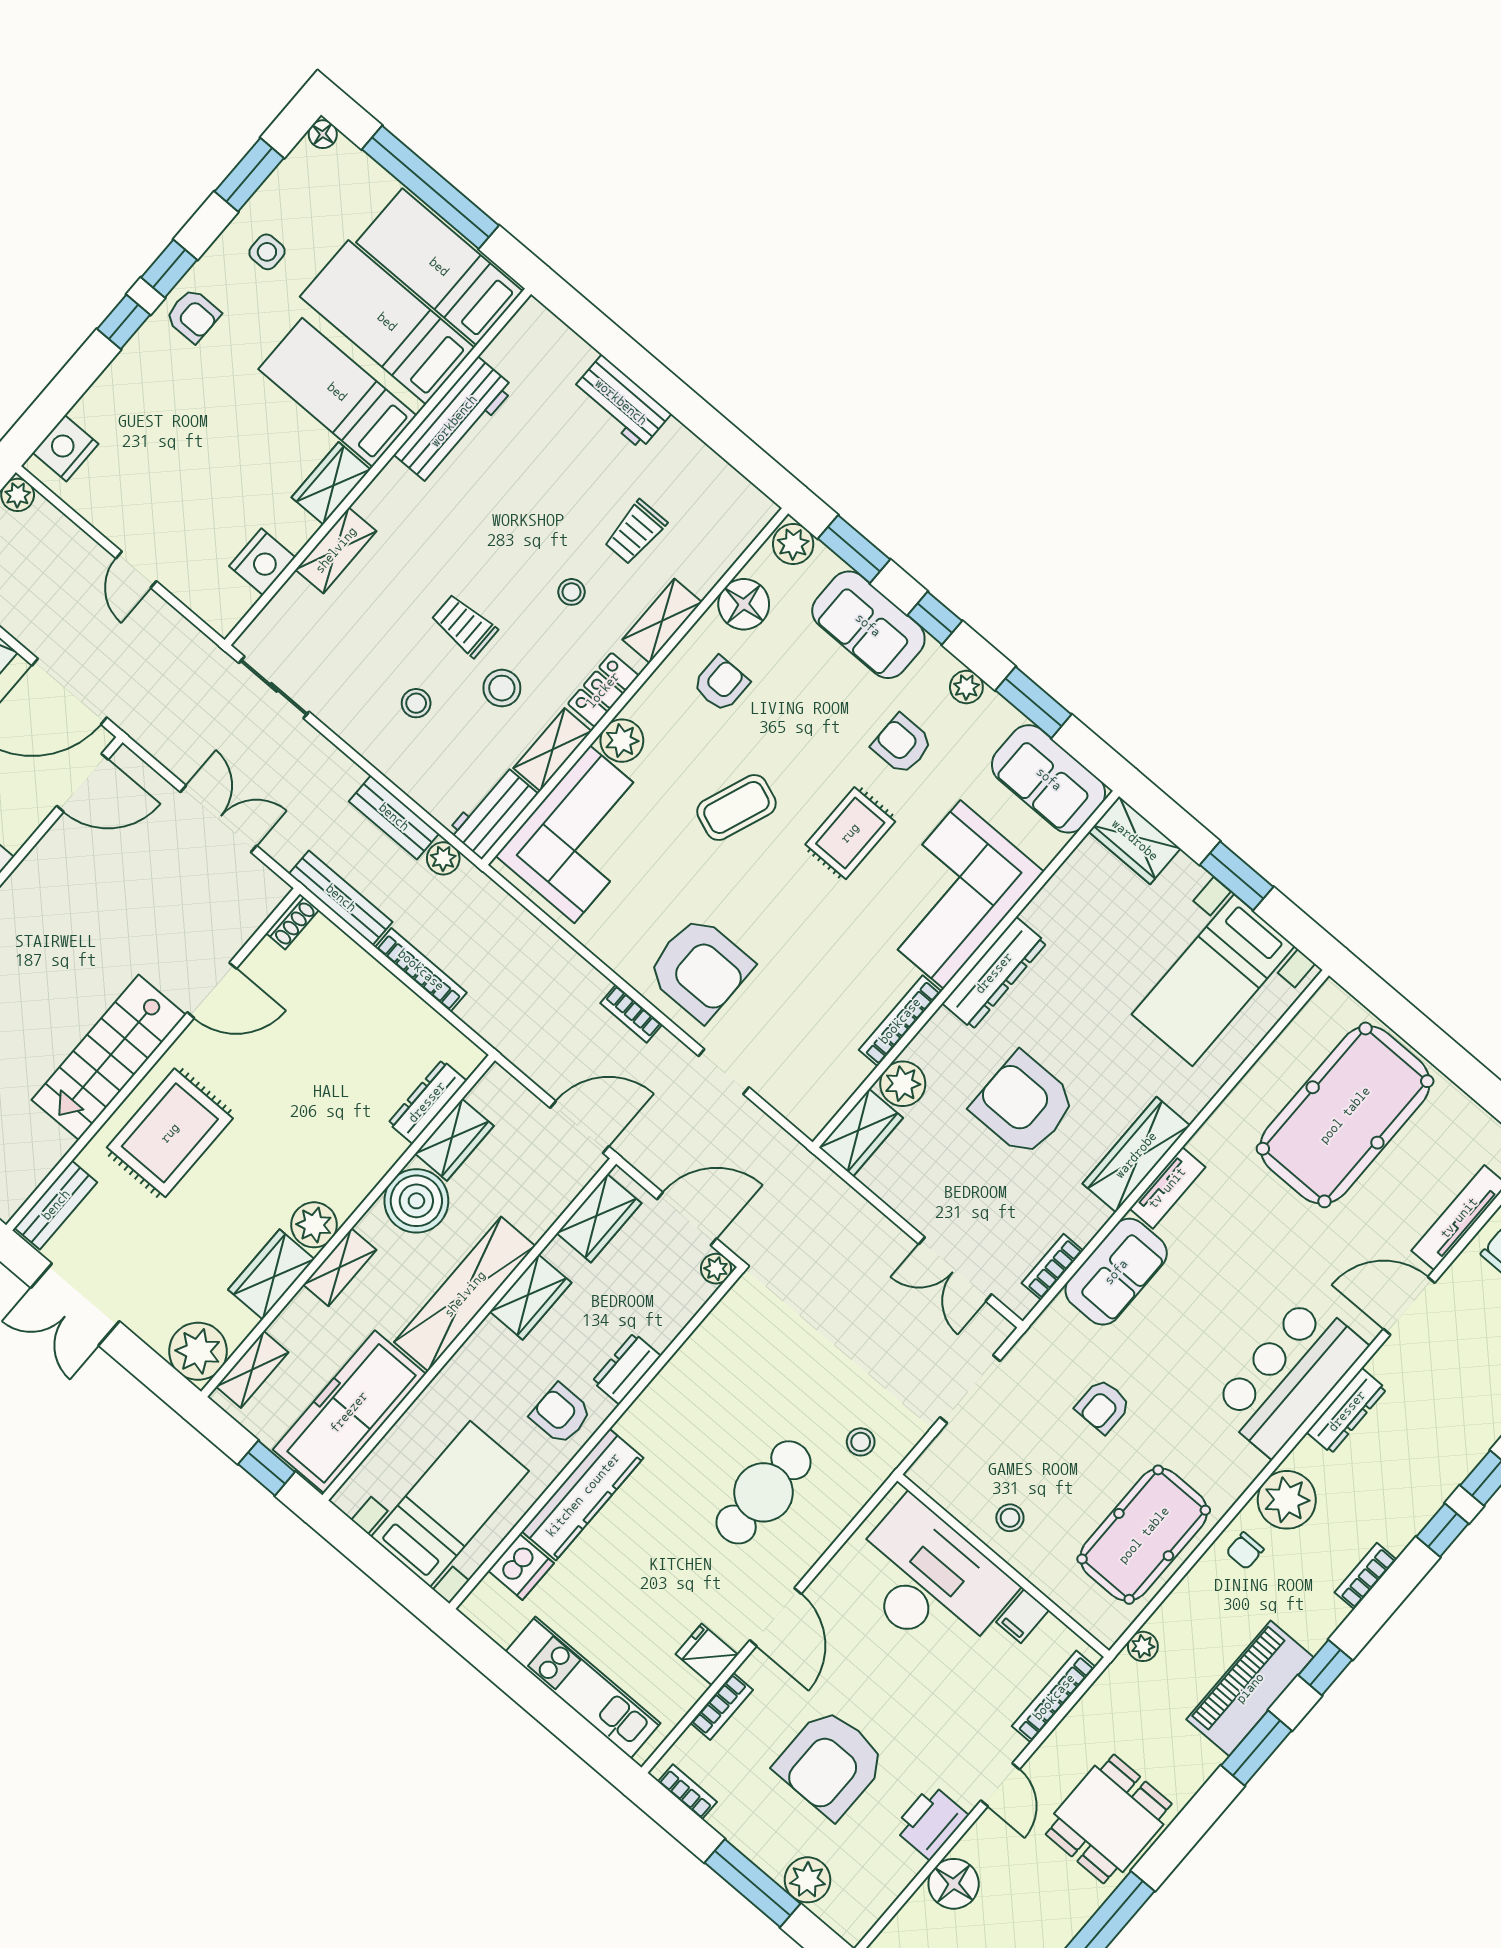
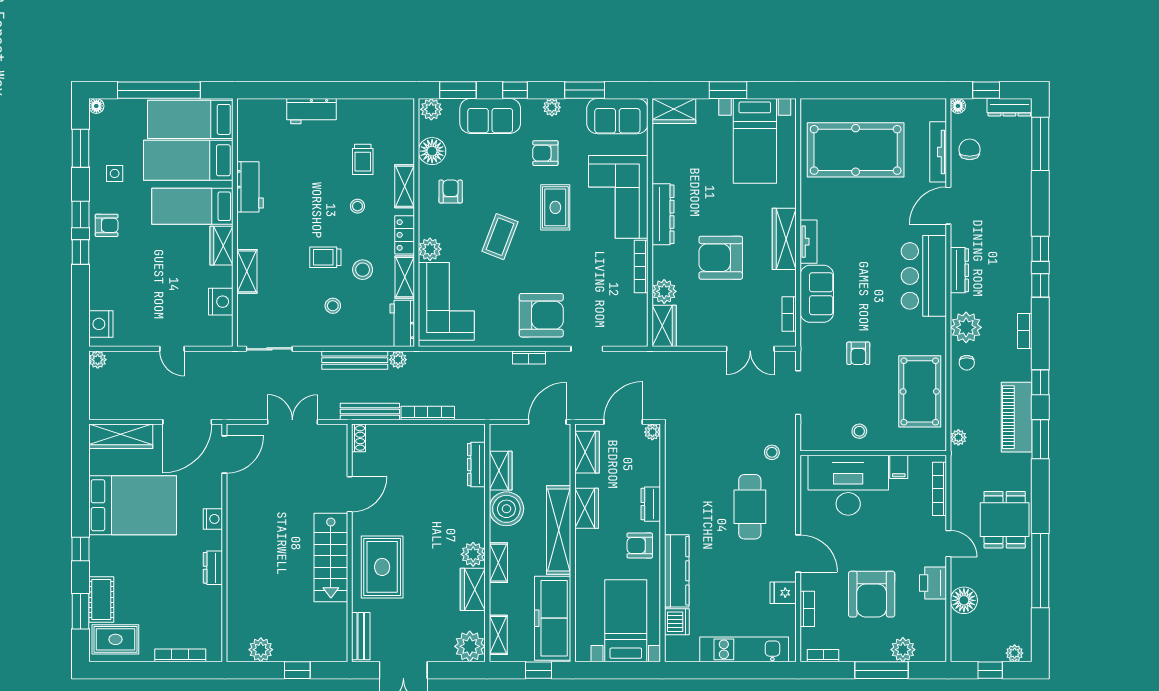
workbench: (454, 421) -> (250, 187), width x0.73
bench: (394, 817) -> (355, 360), width x1.36
pool table: (1345, 1115) -> (856, 150), turned 90

